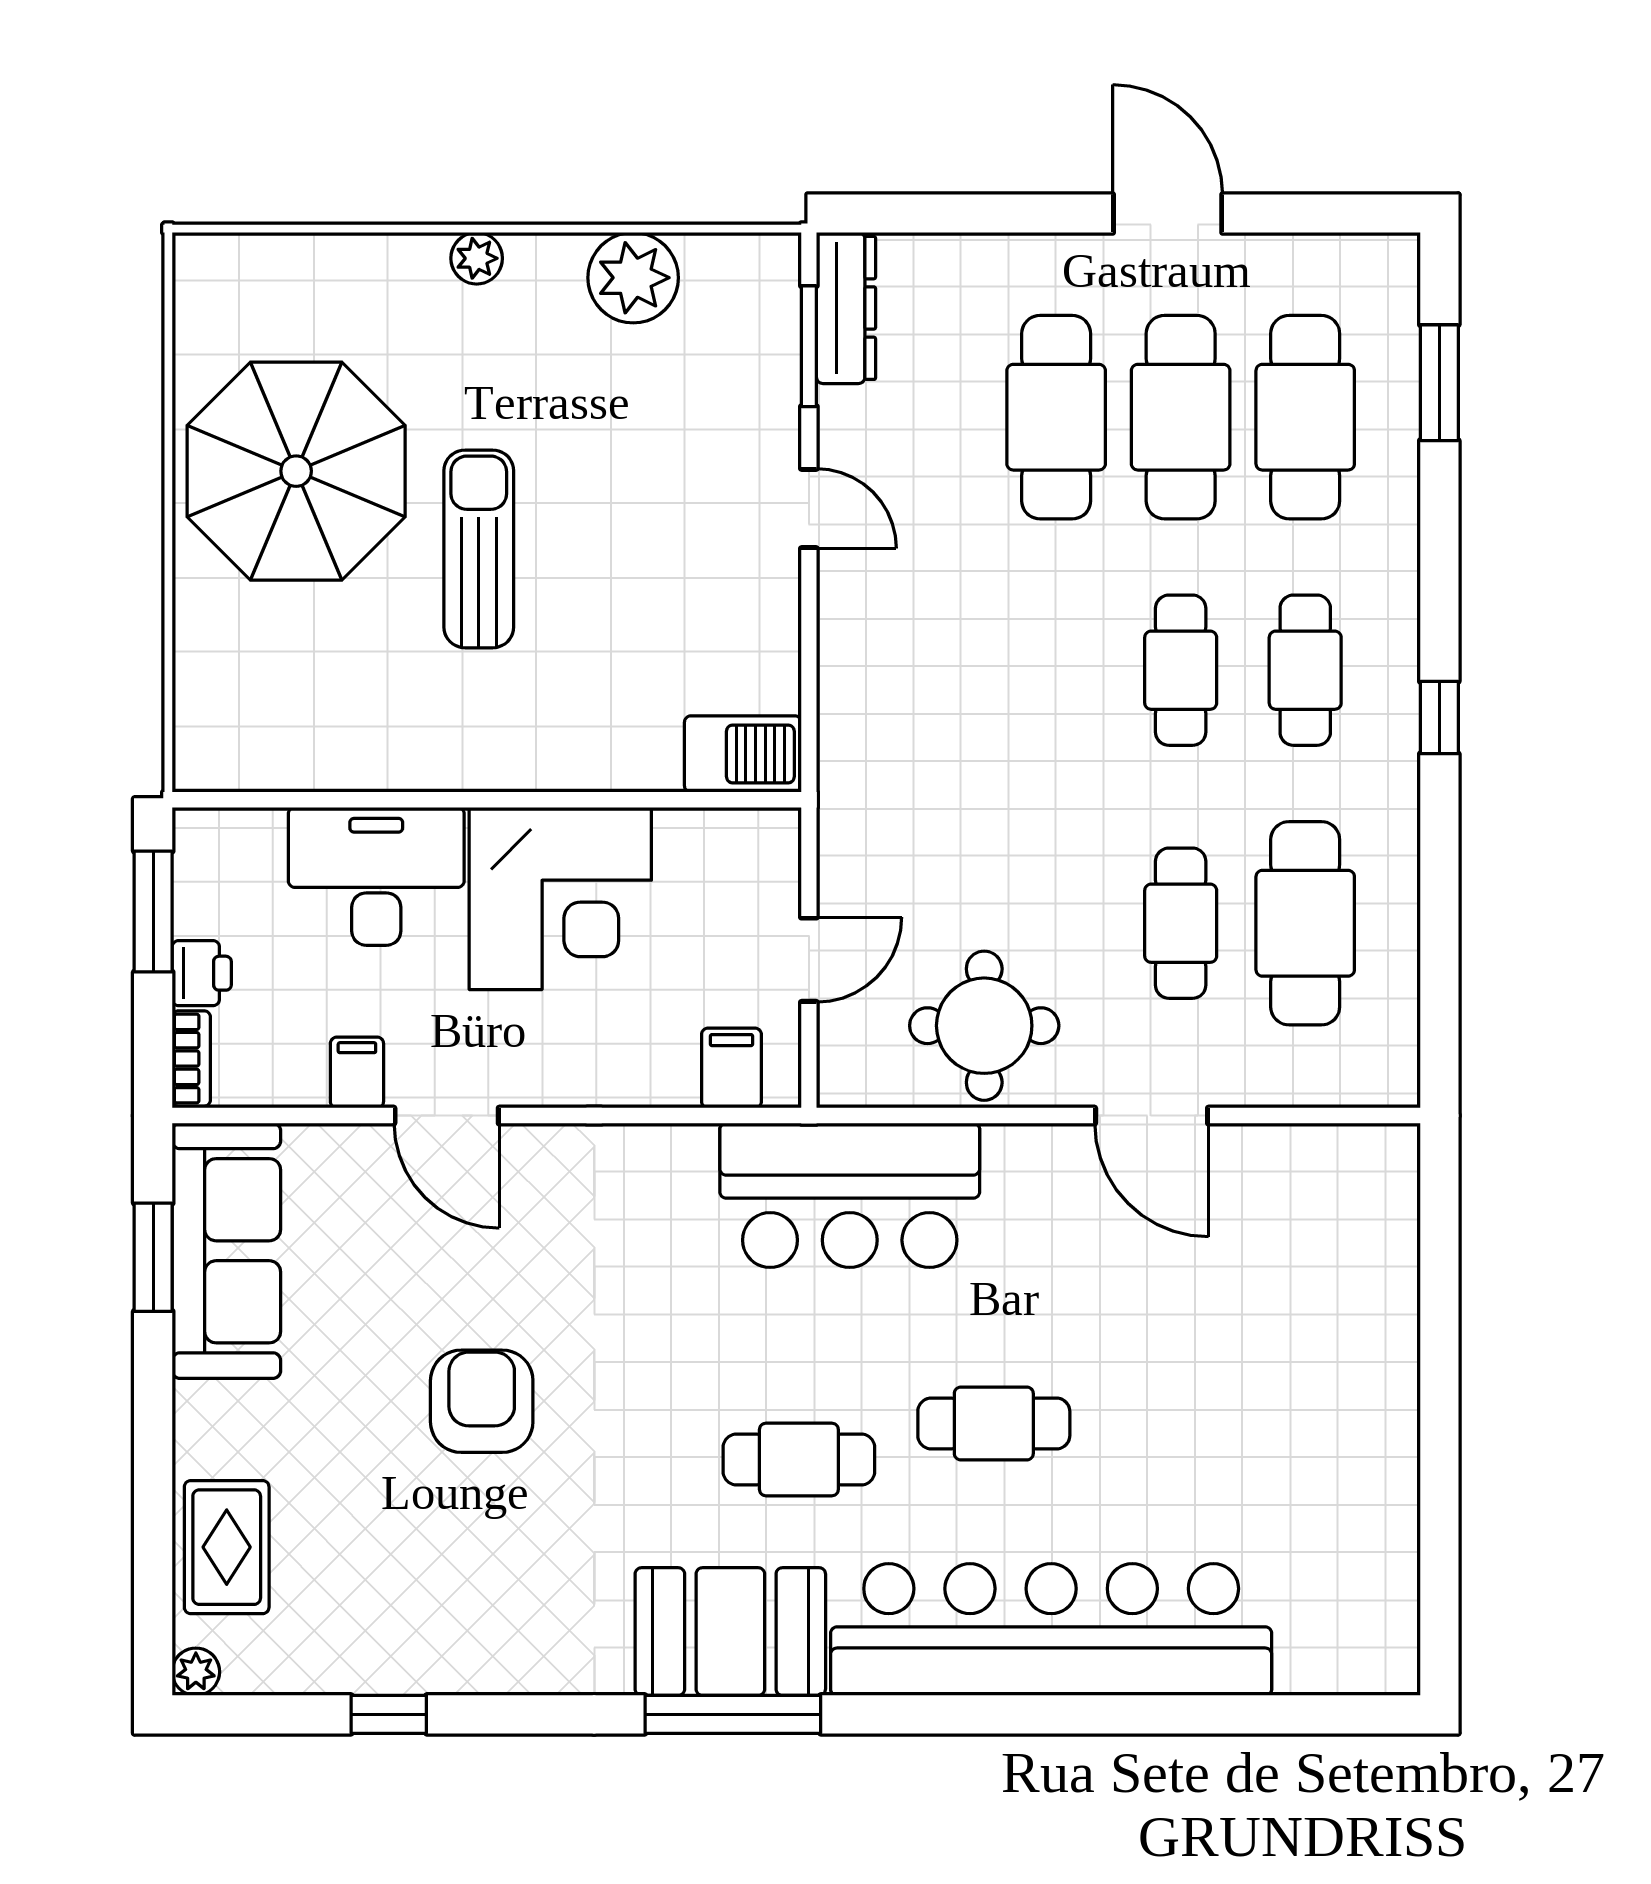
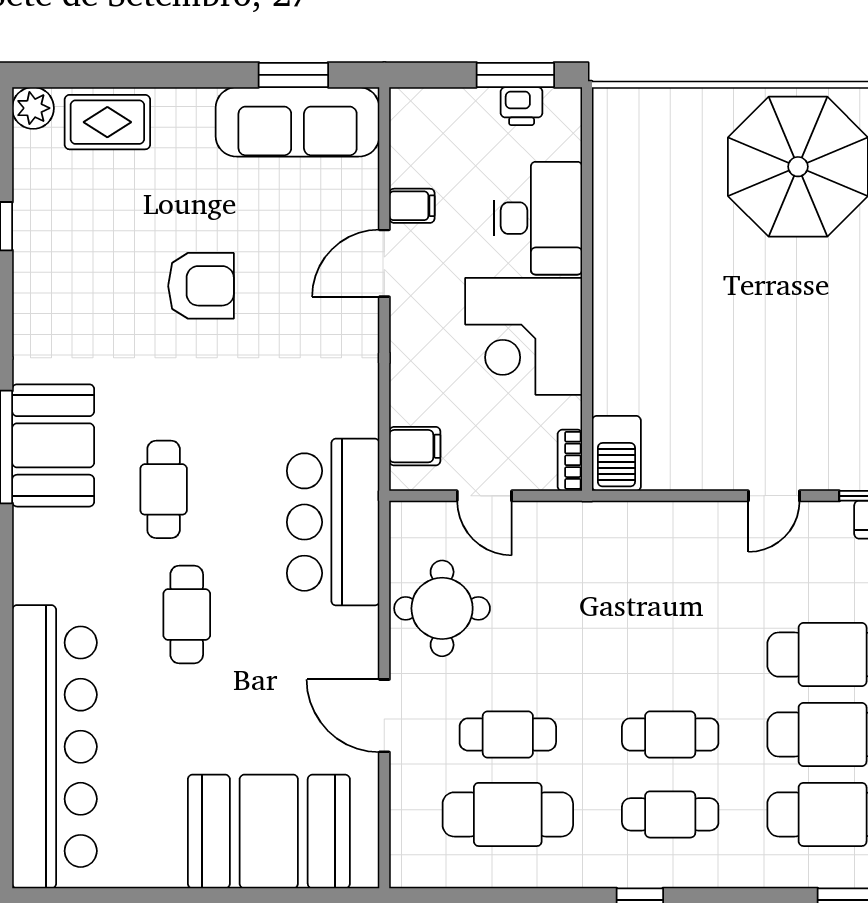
sun lounger: (479, 549) -> (748, 284), removed
printer: (202, 973) -> (522, 106), moved
bookcase: (191, 1059) -> (570, 460), moved, turned 90
door: (1152, 1116) -> (384, 716), hinge flipped
booth: (1332, 1296) -> (269, 831), added
bar counter: (1051, 1630) -> (54, 747), moved
plant: (196, 1672) -> (33, 108), width x1.38, depth x1.38

